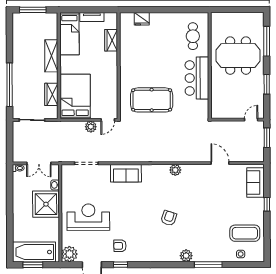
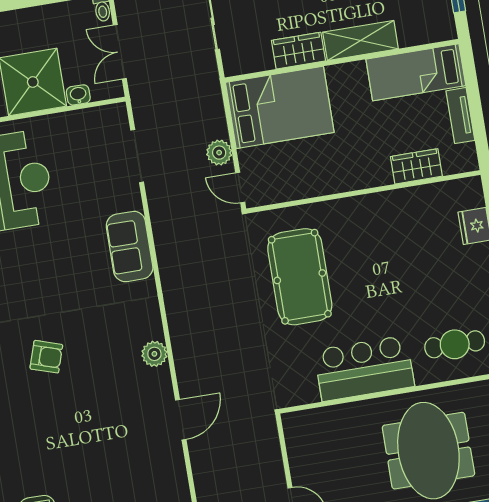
wardrobe: (51, 94) -> (298, 51), moved
door: (220, 163) -> (181, 420), moved

